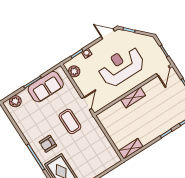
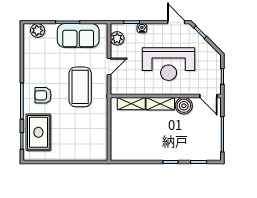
reception desk: (121, 66) -> (169, 64), turned 180
door: (163, 71) -> (208, 96), hinge flipped
boiler: (150, 89) -> (184, 106), added
door: (87, 104) -> (109, 66), moved
coffee table: (70, 121) -> (80, 87), width x1.36, depth x1.32
shelving: (131, 149) -> (131, 104), moved

